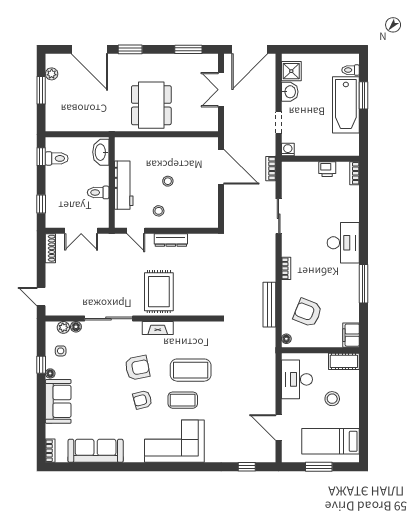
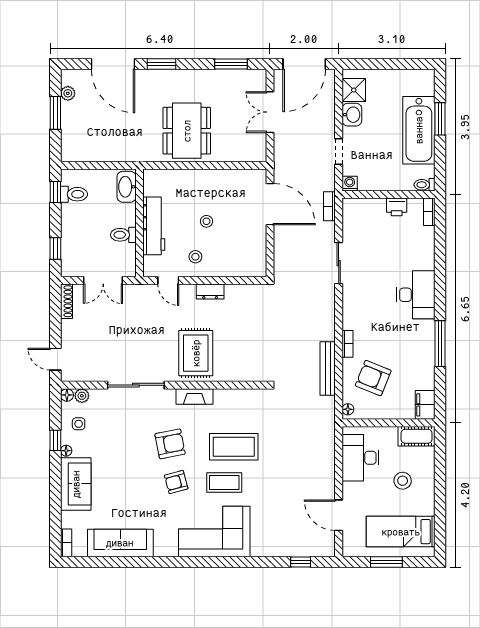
toilet: (351, 70) -> (424, 185), moved
dresser: (171, 240) -> (210, 292), width x0.70
bookcase: (286, 268) -> (347, 344), moved
floor lamp: (76, 327) -> (67, 395), moved

